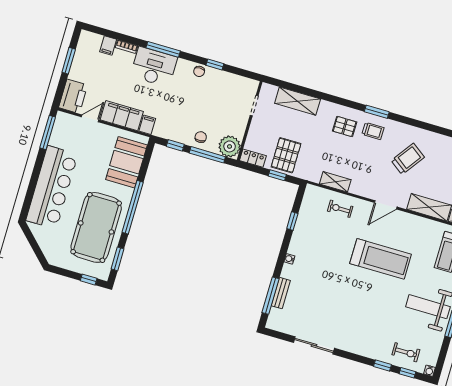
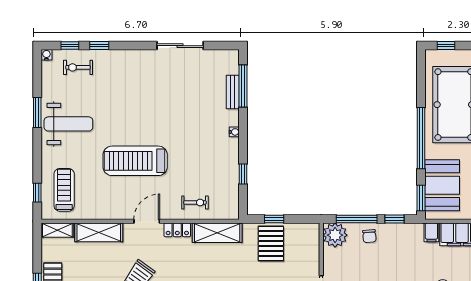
locker: (253, 158) -> (177, 230), moved
shelving: (335, 182) -> (217, 233), width x1.50, depth x1.33
window: (118, 259) -> (421, 198), moved

